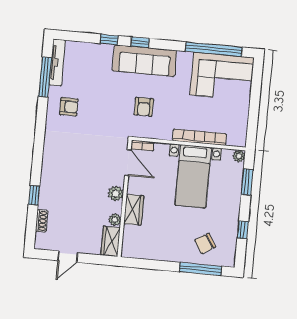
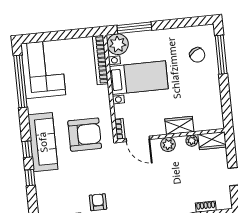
armchair: (144, 107) -> (85, 135), width x1.88, depth x1.88
bookcase: (199, 137) -> (100, 60), moved
plant: (239, 156) -> (118, 44), width x1.88, depth x1.88
door: (128, 163) -> (138, 139), swing flipped
window: (247, 182) -> (134, 28), width x1.44
window: (243, 230) -> (178, 23), removed

